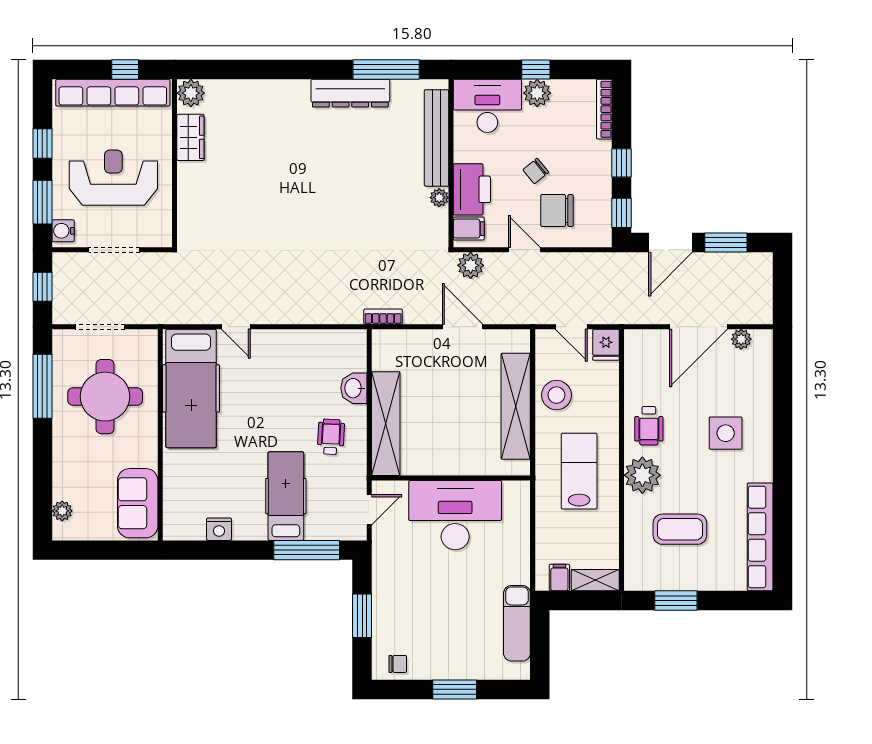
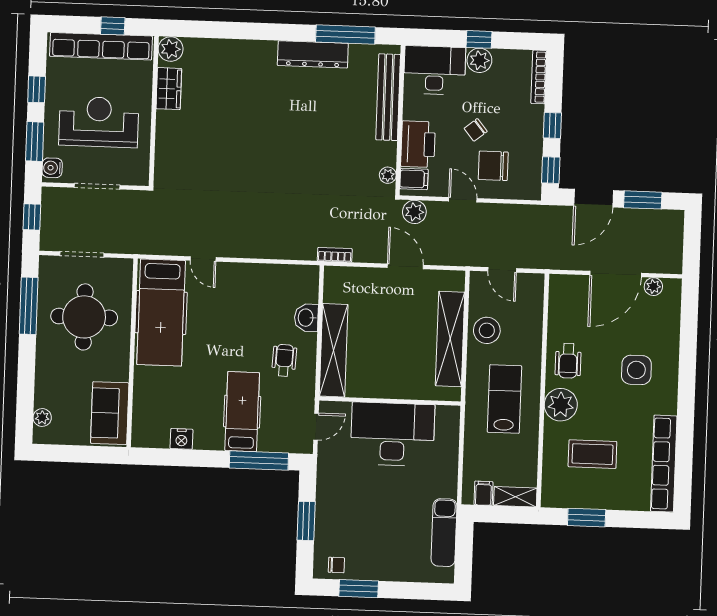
plant: (439, 198) -> (388, 175), moved
fridge: (606, 345) -> (533, 287), removed
window: (455, 689) -> (359, 589), moved

